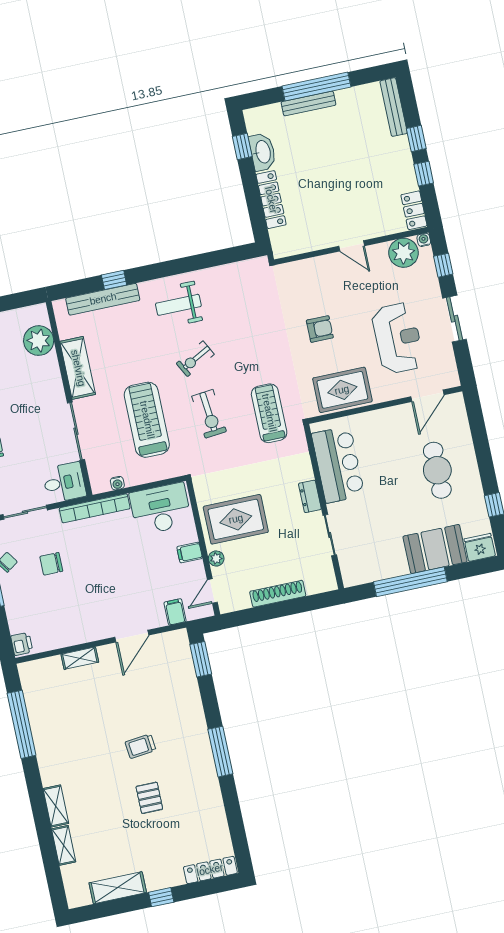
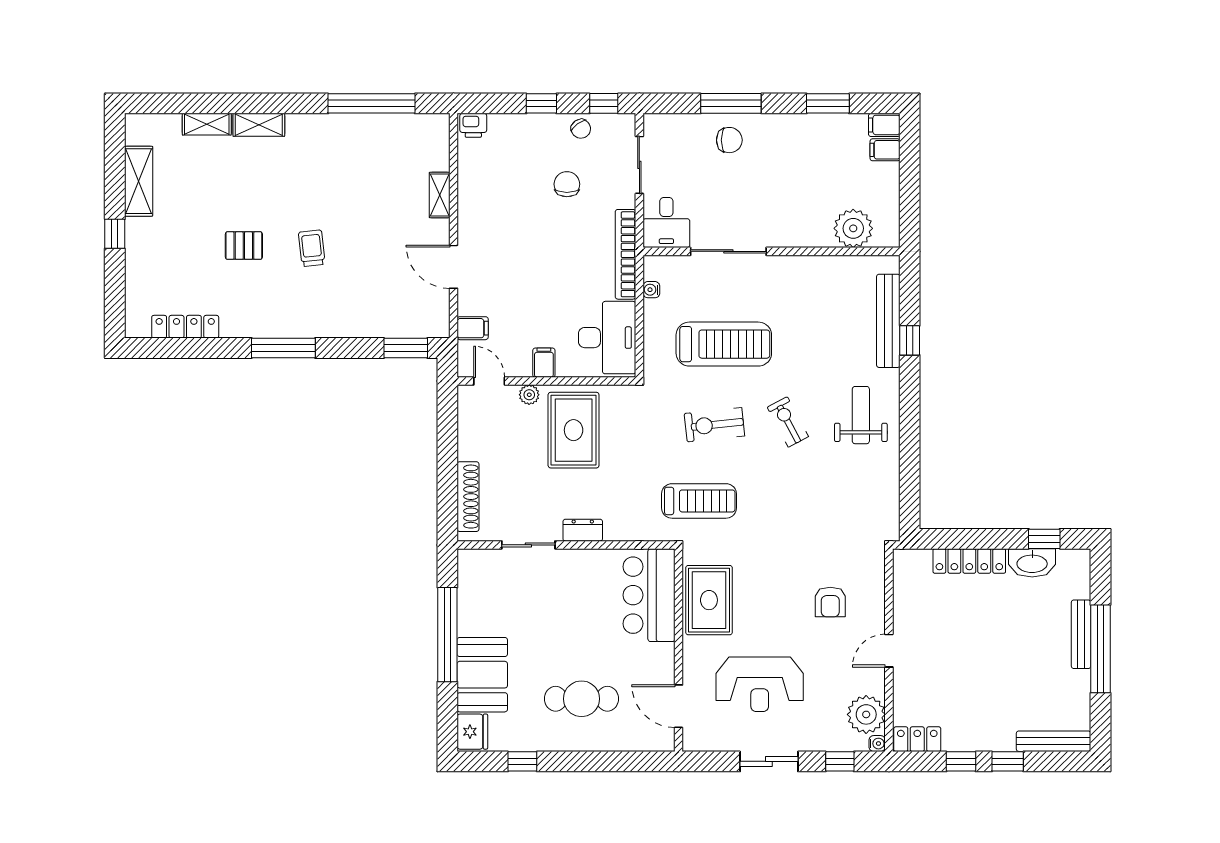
armchair: (320, 329) -> (830, 602), moved
shelving: (78, 368) -> (808, 271), removed
bar counter: (338, 465) -> (649, 595), moved, turned 90
shoe rack: (278, 594) -> (468, 497), moved
locker: (210, 870) -> (185, 327), moved, turned -90

